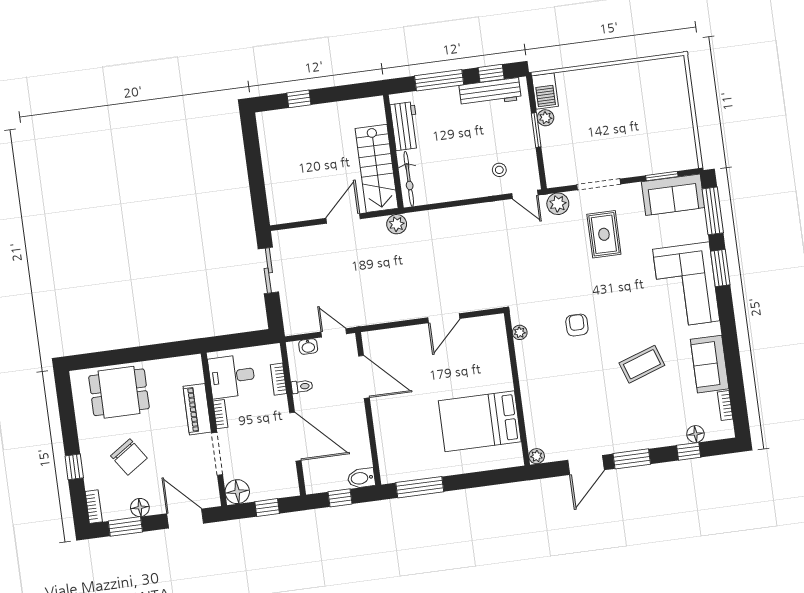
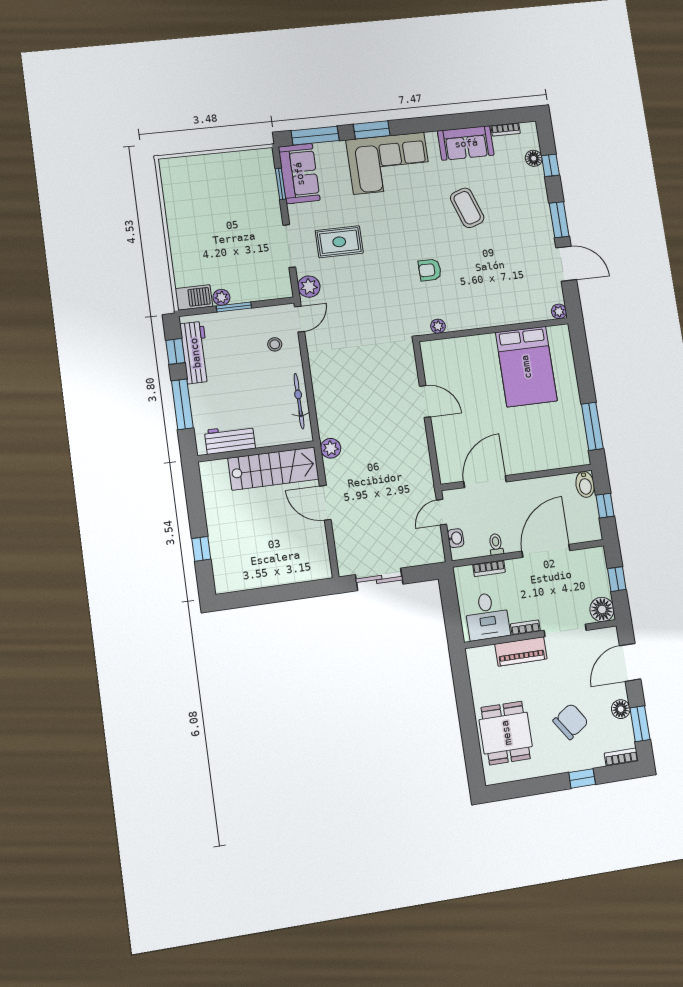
bicycle: (409, 179) -> (299, 401), moved, turned -90

